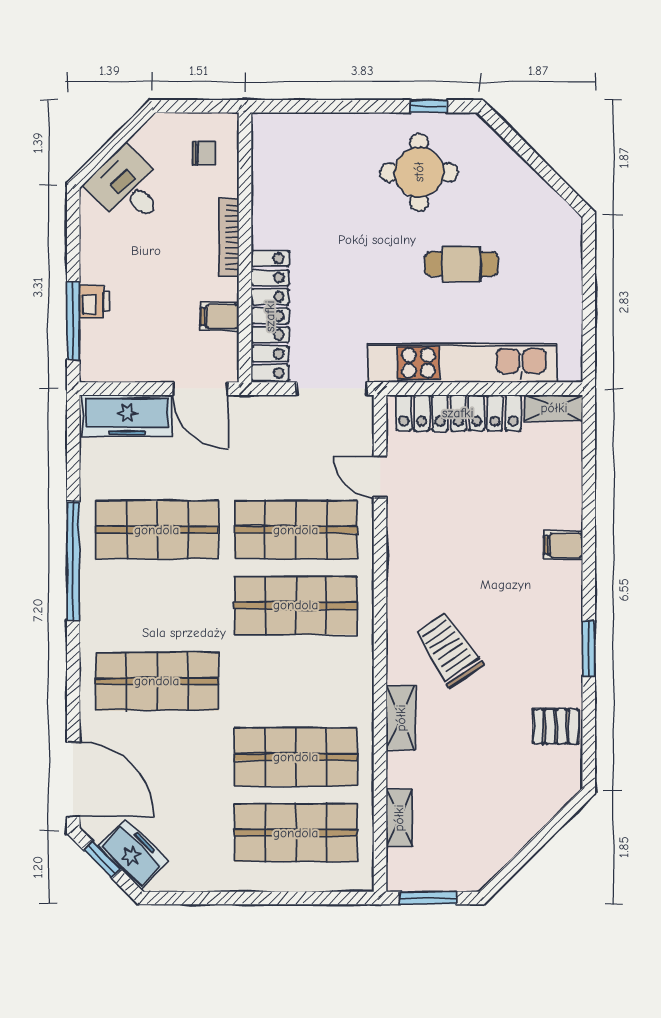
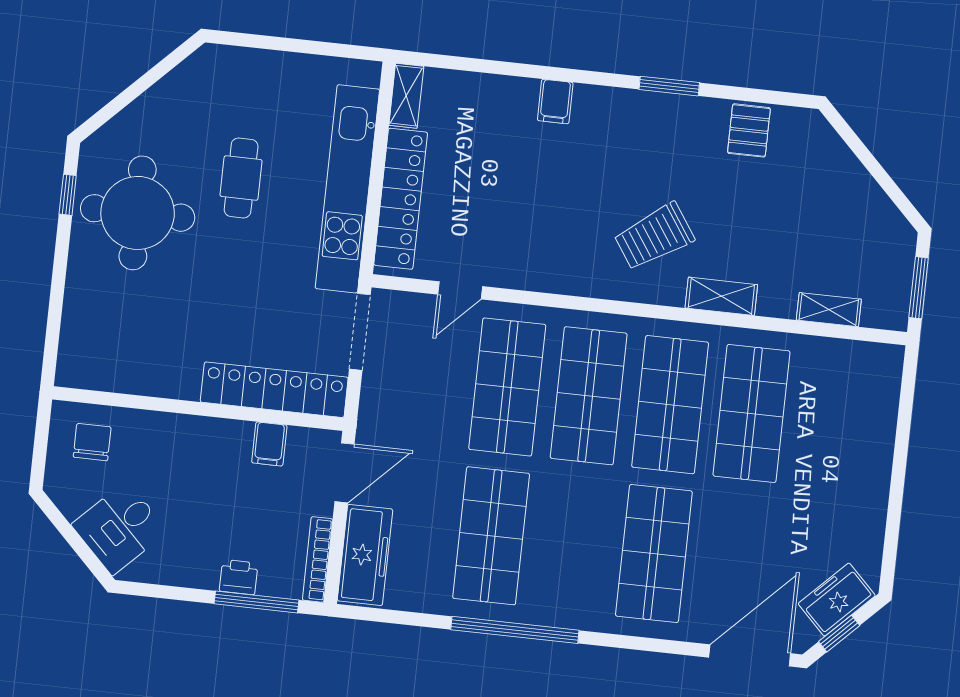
chair: (204, 153) -> (92, 442), width x1.37, depth x1.37
round table: (419, 172) -> (138, 213), width x1.36, depth x1.36
bookcase: (229, 237) -> (318, 559), moved, turned 90
shop shelf: (296, 833) -> (670, 405), moved

